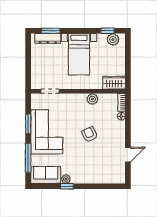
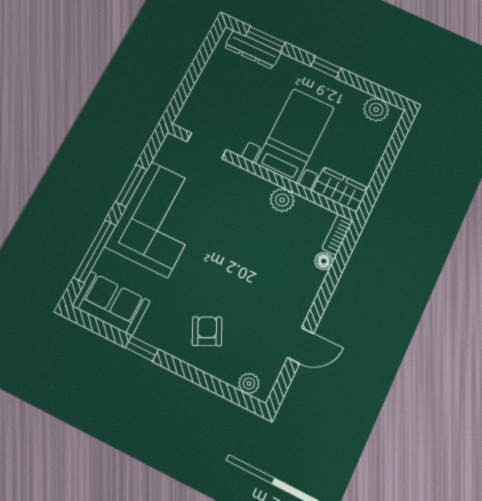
window: (108, 31) -> (326, 67), moved
bed with nightstands: (79, 54) -> (295, 135), moved, turned 180
armchair: (90, 134) -> (207, 331), moved
plant: (66, 179) -> (249, 383), moved

